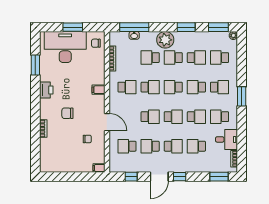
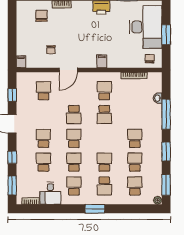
window: (134, 27) -> (166, 114), moved
plant: (165, 40) -> (153, 130), removed
school desk: (150, 58) -> (135, 115), removed
school desk: (196, 58) -> (135, 162), turned 180
school desk: (127, 87) -> (104, 91), turned 180
school desk: (173, 87) -> (104, 138), removed
chair: (67, 113) -> (41, 16), moved
school desk: (173, 117) -> (74, 138), turned 180
school desk: (196, 117) -> (74, 162), turned 180
school desk: (150, 146) -> (43, 115), removed
school desk: (173, 146) -> (43, 138), turned 180
window: (180, 177) -> (12, 157), moved

